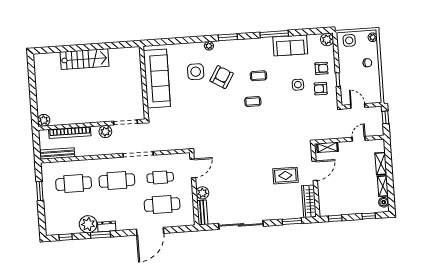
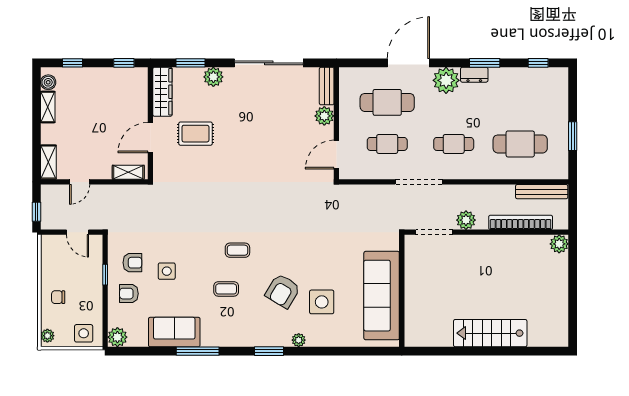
shelving: (381, 164) -> (48, 162), moved
cafe table: (117, 181) -> (454, 144), width x0.73, depth x0.74
plant: (276, 213) -> (213, 77), added
plant: (88, 224) -> (446, 80), moved

